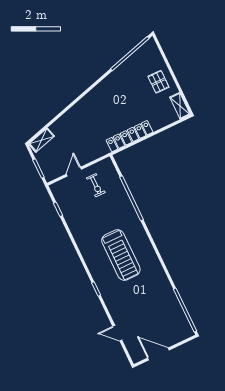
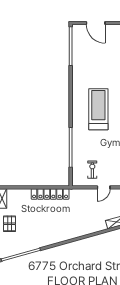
door: (158, 354) -> (96, 23), moved

